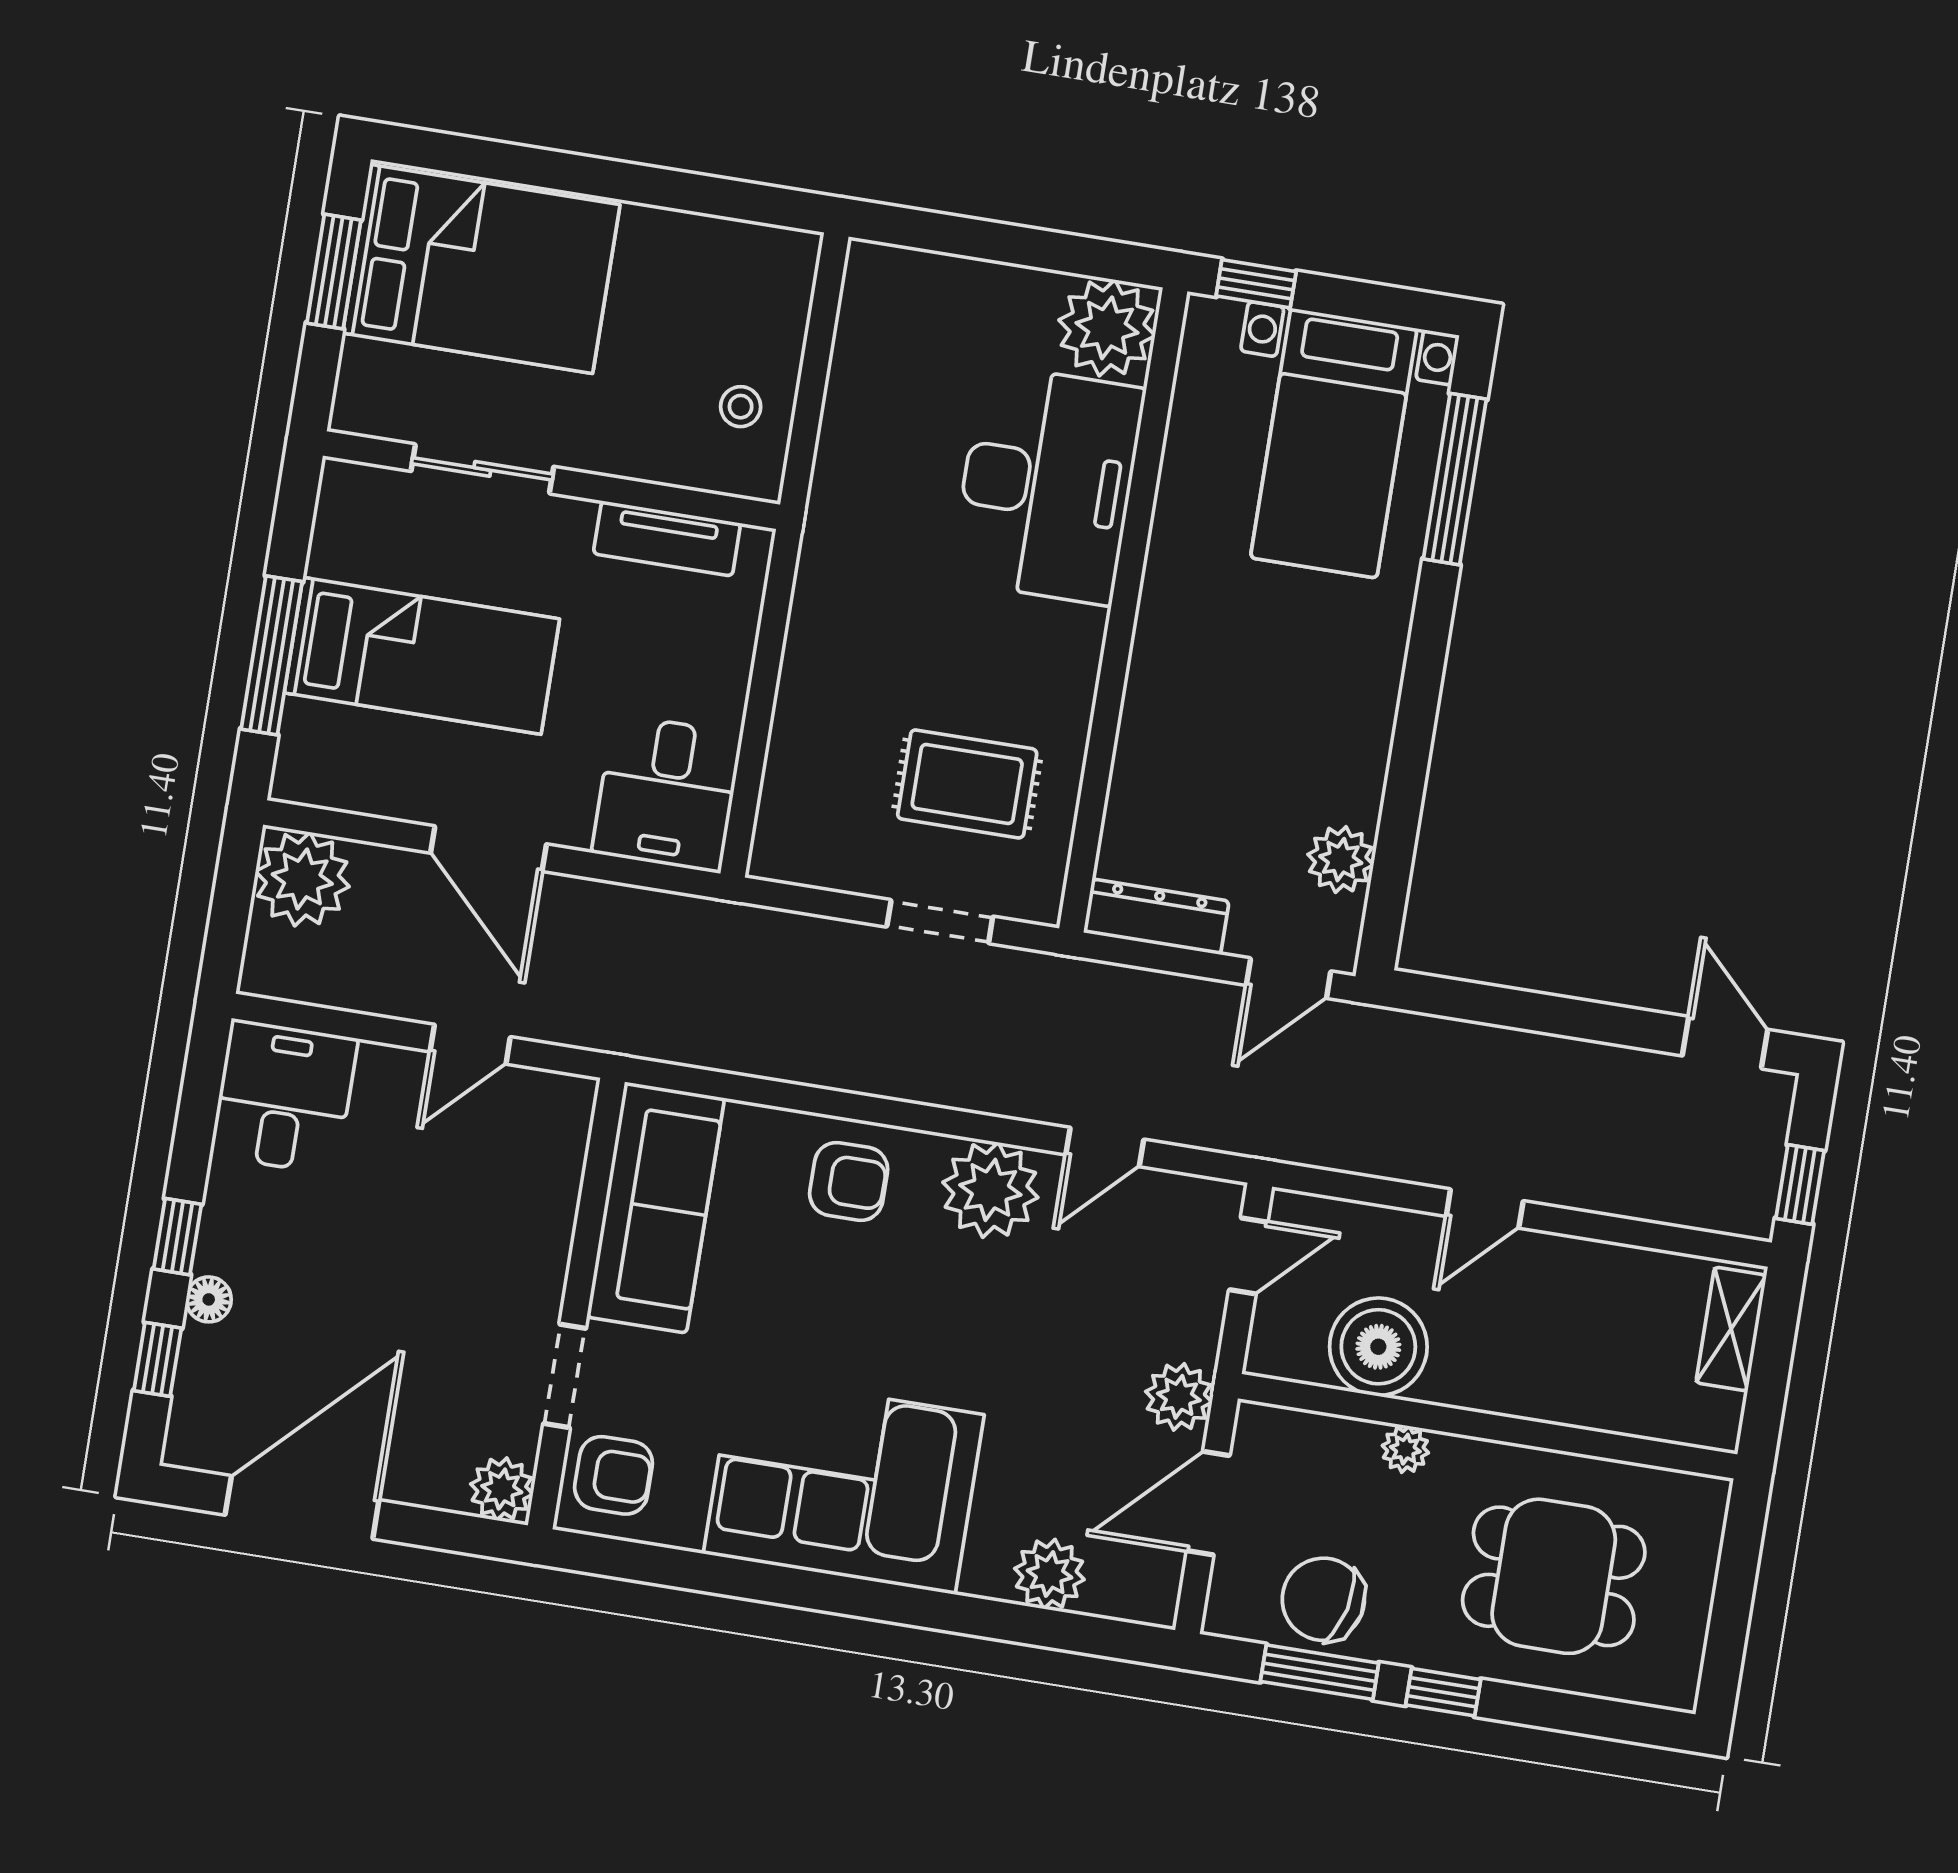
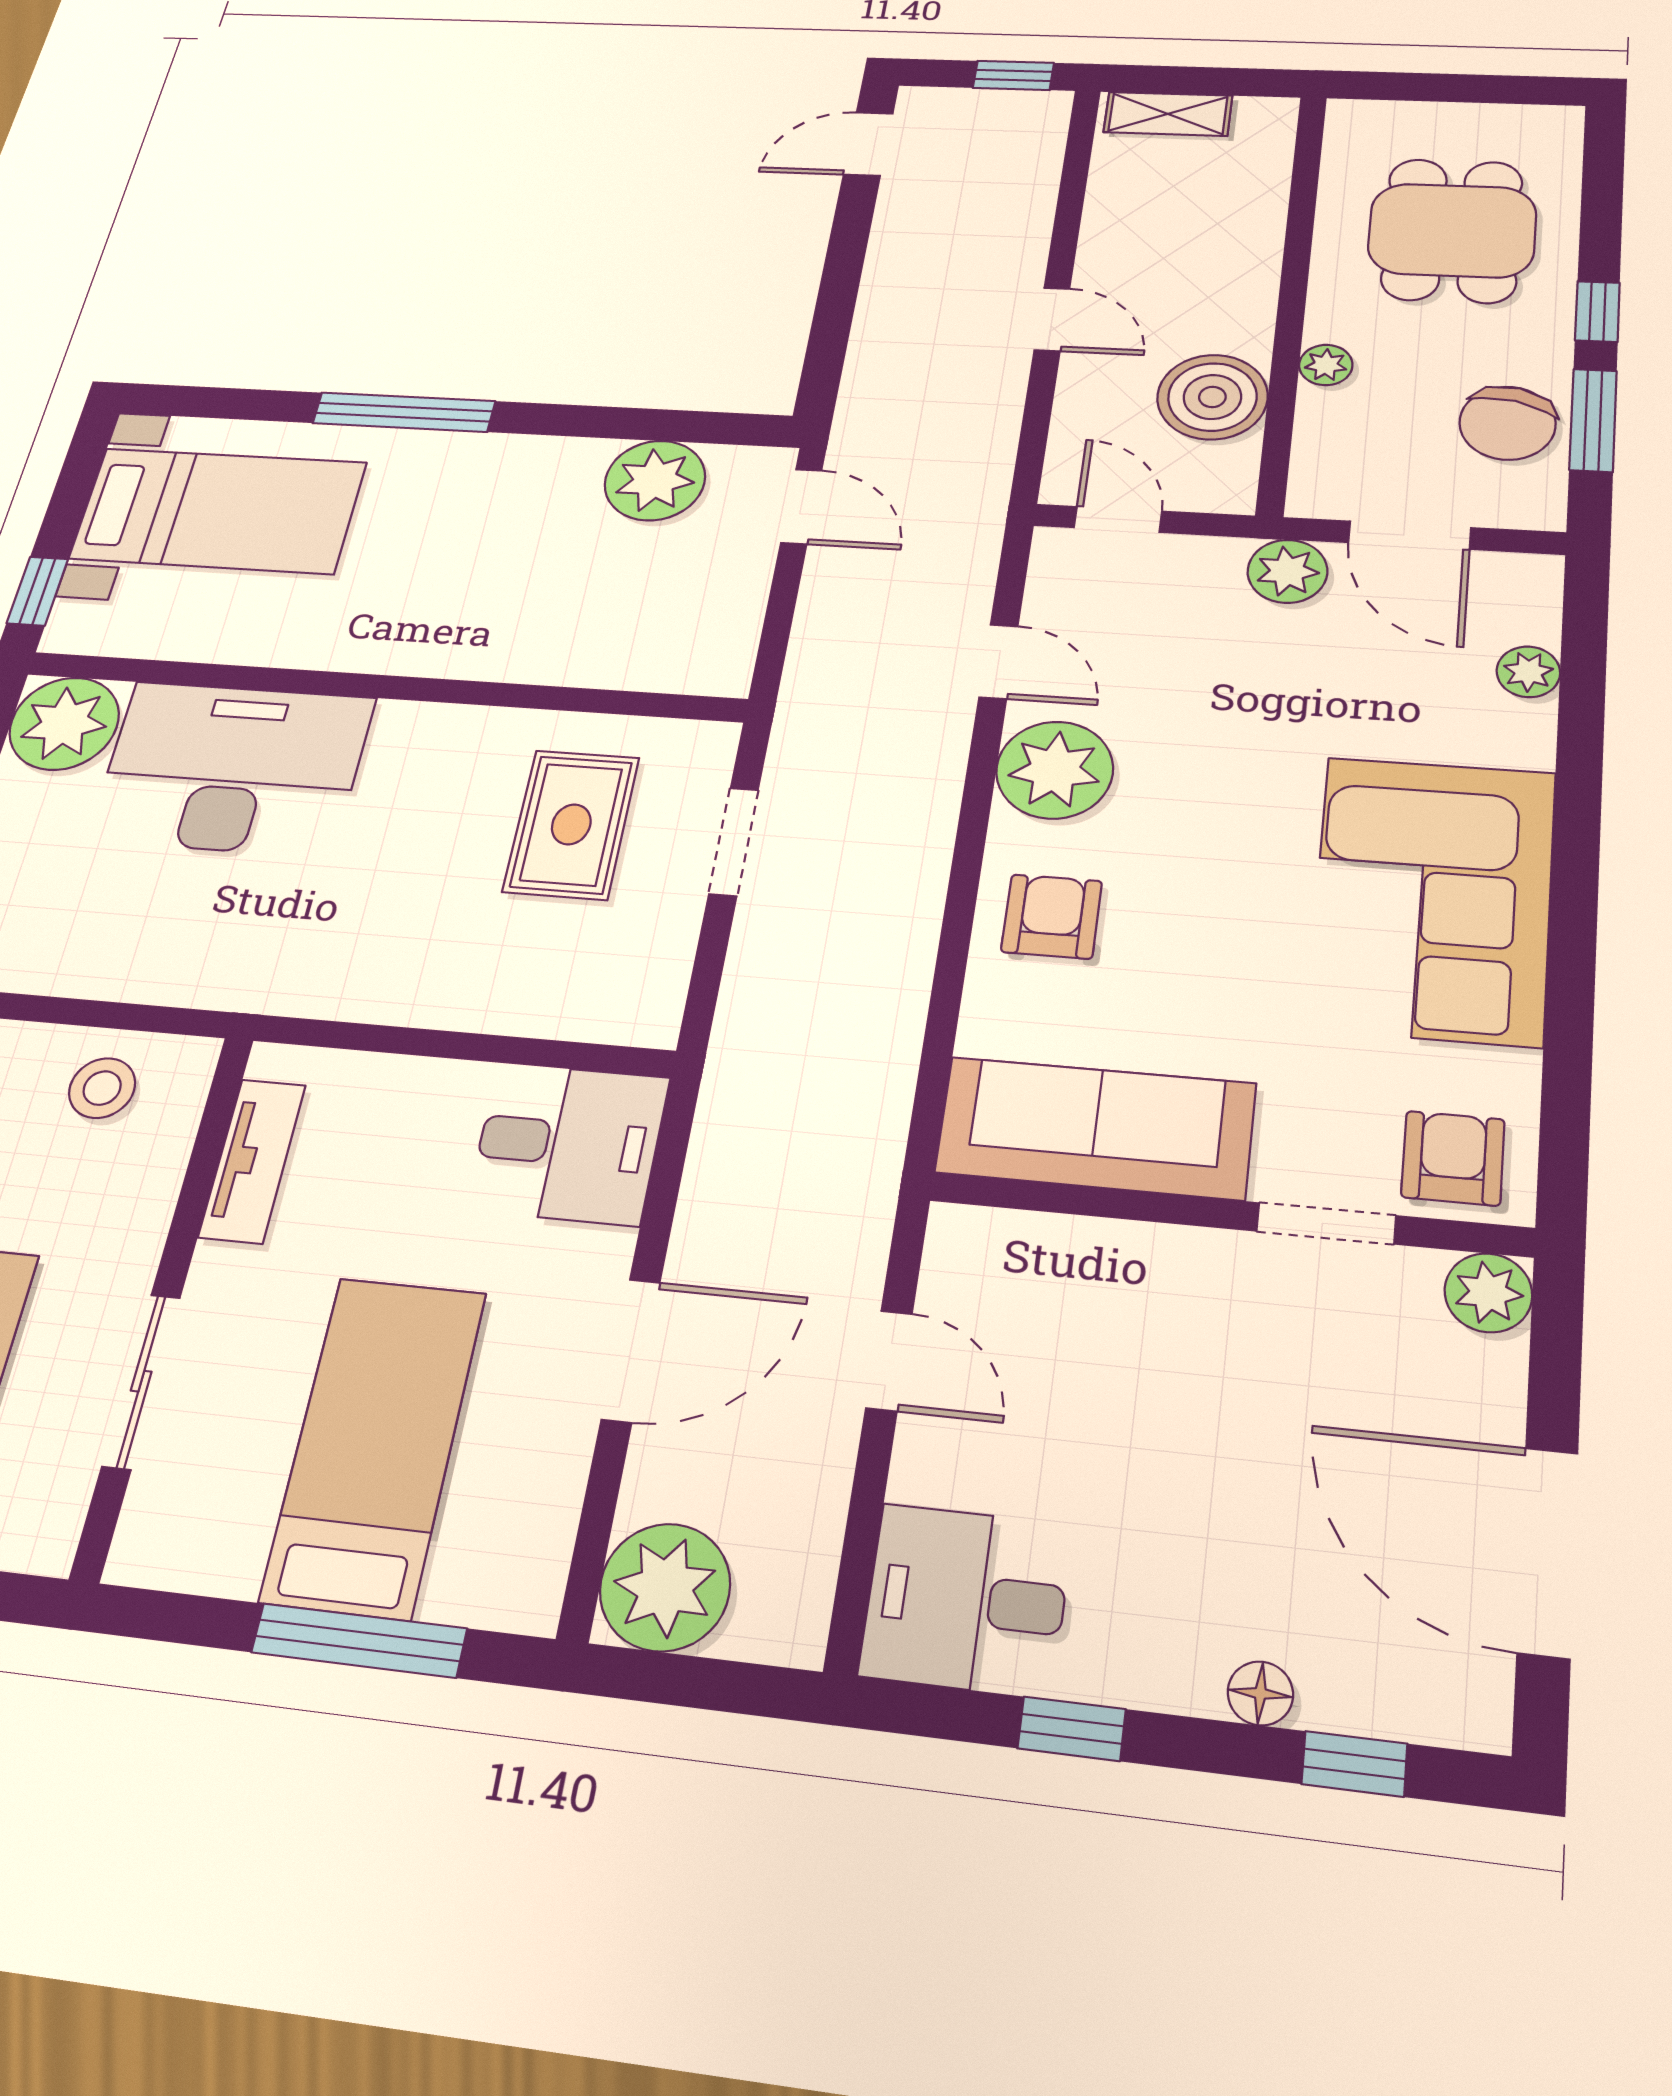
stool: (741, 407) -> (102, 1088), width x1.37, depth x1.37
window: (1455, 479) -> (404, 412), moved
plant: (1341, 860) -> (655, 480), width x1.36, depth x1.36
dresser: (1156, 917) -> (731, 632), removed
window: (177, 1237) -> (1072, 1729), moved
plant: (1049, 1574) -> (1528, 672), width x0.73, depth x0.73

